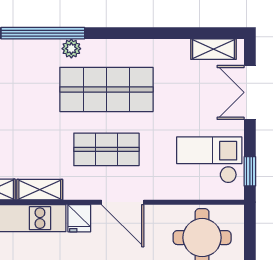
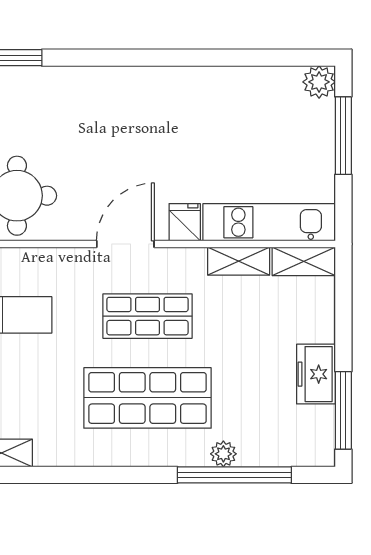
plant: (71, 49) -> (223, 454), moved
door: (123, 202) -> (125, 244), hinge flipped

